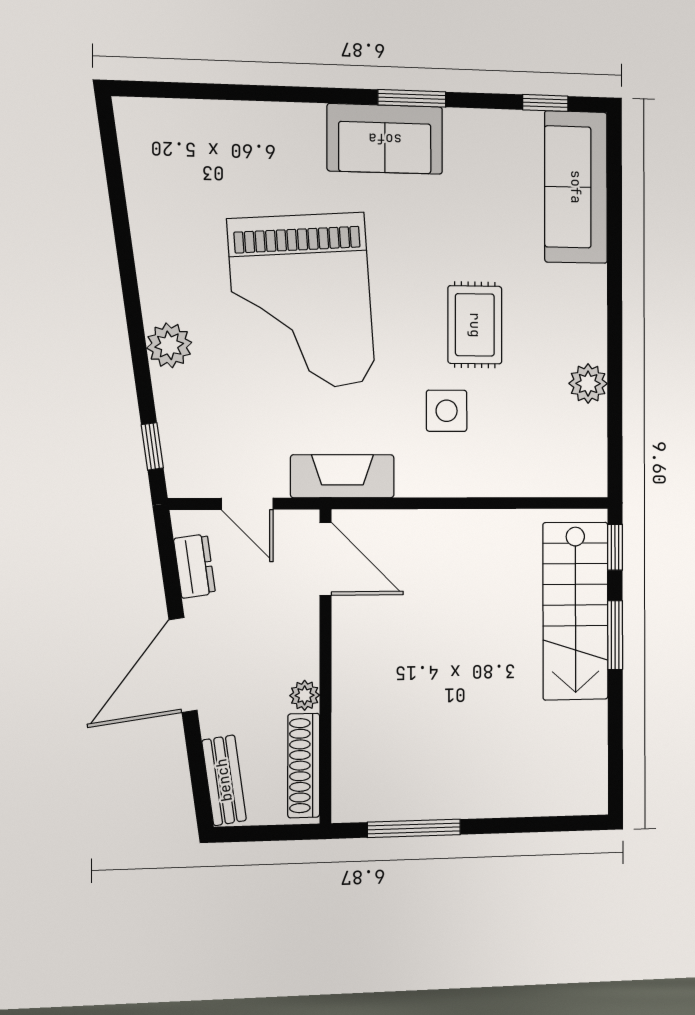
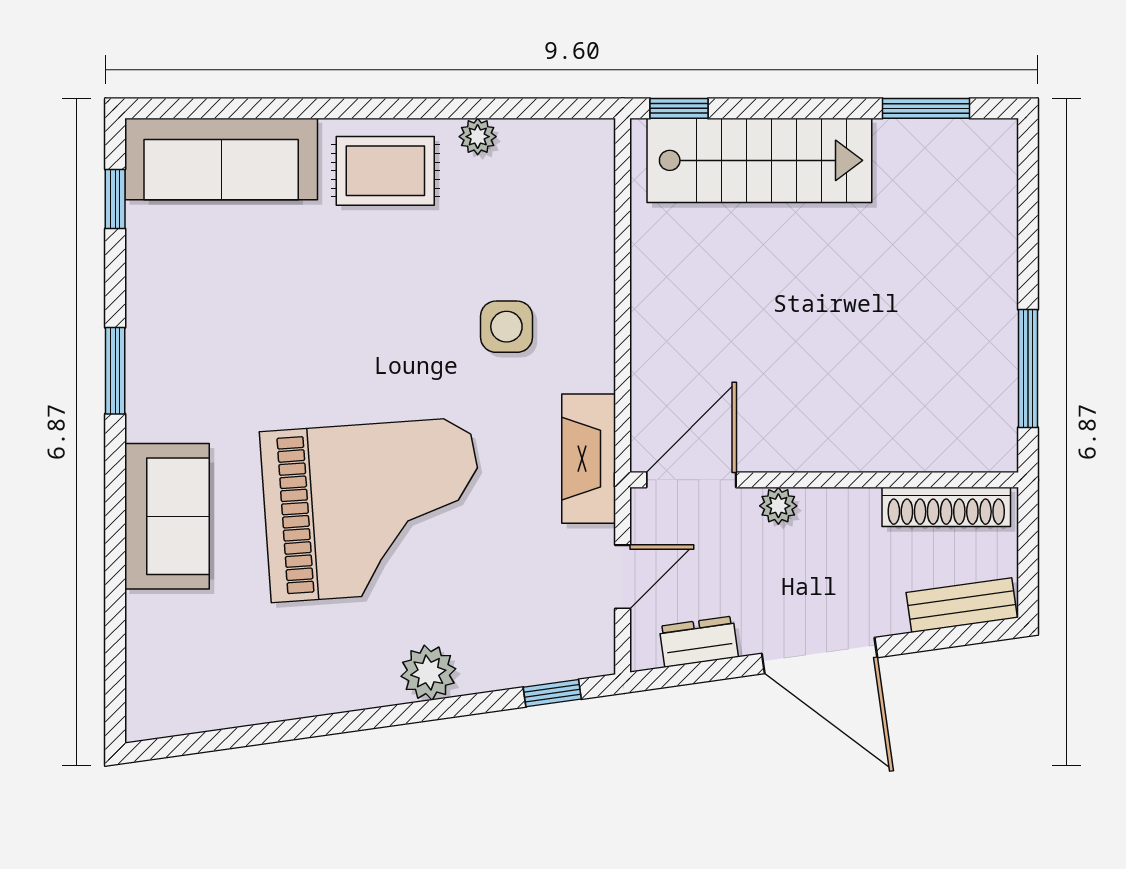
sofa: (385, 139) -> (167, 516), moved
rug: (475, 325) -> (385, 171), moved
plant: (588, 384) -> (478, 137), width x0.73, depth x0.73
window: (615, 635) -> (926, 108), moved
plant: (305, 695) -> (778, 506), moved

